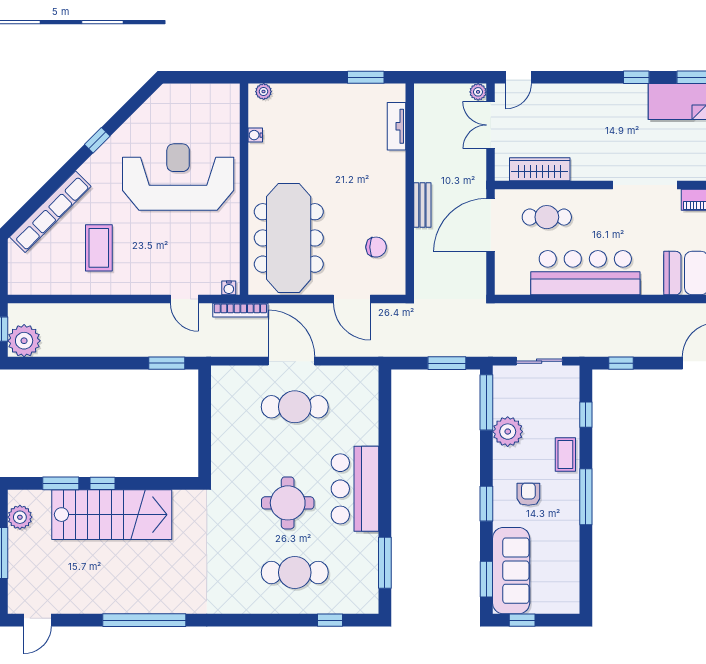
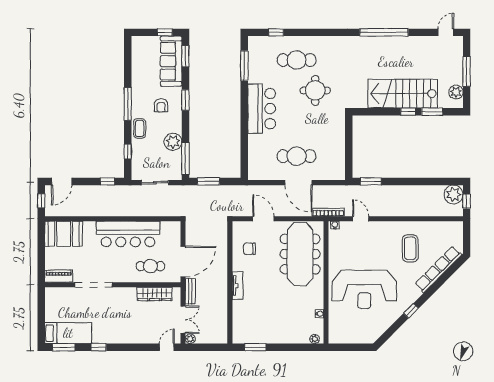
tv unit: (396, 126) -> (238, 286), moved
bench: (422, 205) -> (190, 291), moved
round table: (288, 503) -> (315, 90), moved

